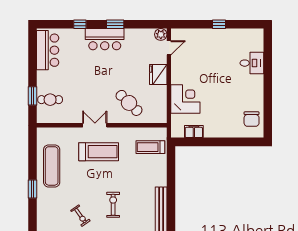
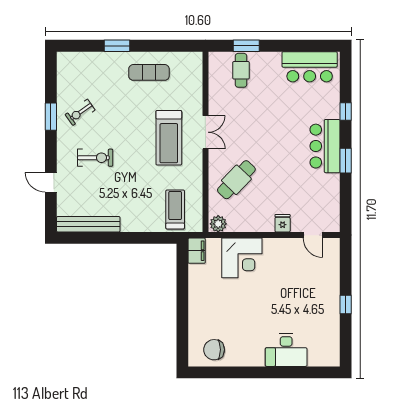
plant: (161, 34) -> (218, 224), moved
desk: (252, 63) -> (286, 350), width x1.37
fridge: (158, 74) -> (283, 223), width x0.53, depth x0.75
filing cabinet: (194, 132) -> (197, 251), moved
exercise mat: (52, 166) -> (149, 72), width x0.73, depth x0.69

